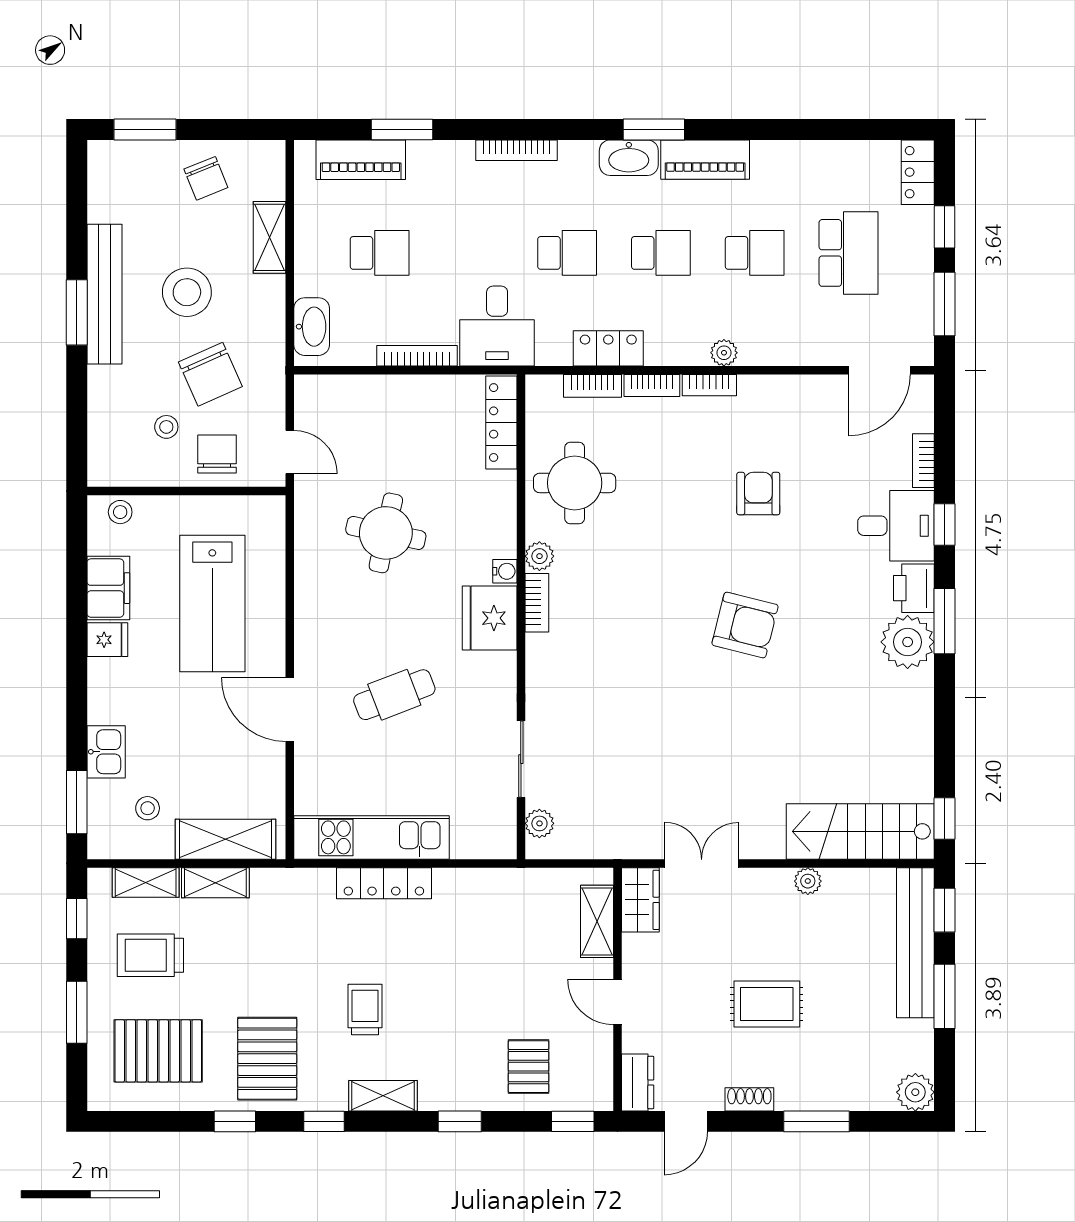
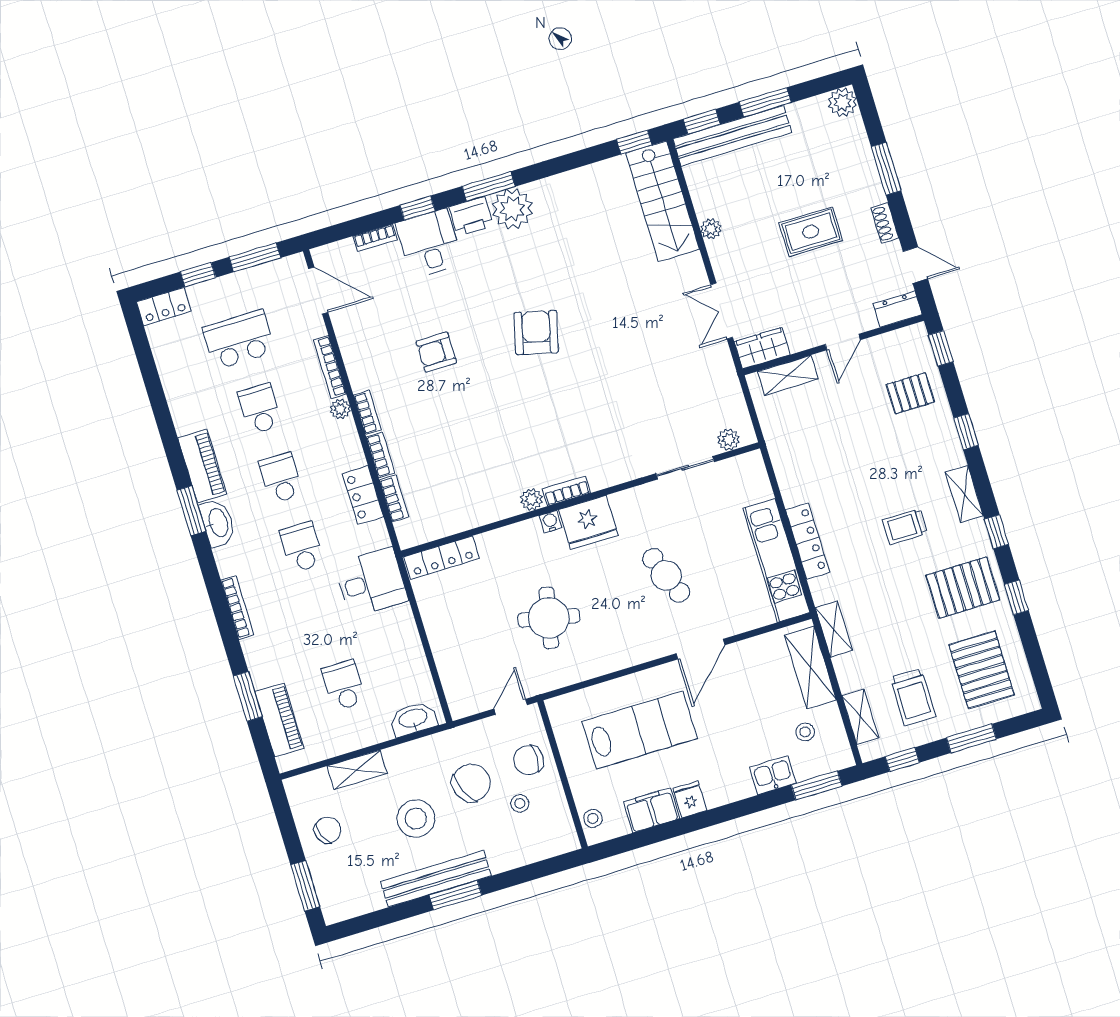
bookcase: (417, 356) -> (330, 367), moved
round table: (575, 483) -> (470, 490), removed
shelving: (215, 883) -> (834, 629), moved
rug: (767, 1004) -> (811, 232), turned 90

